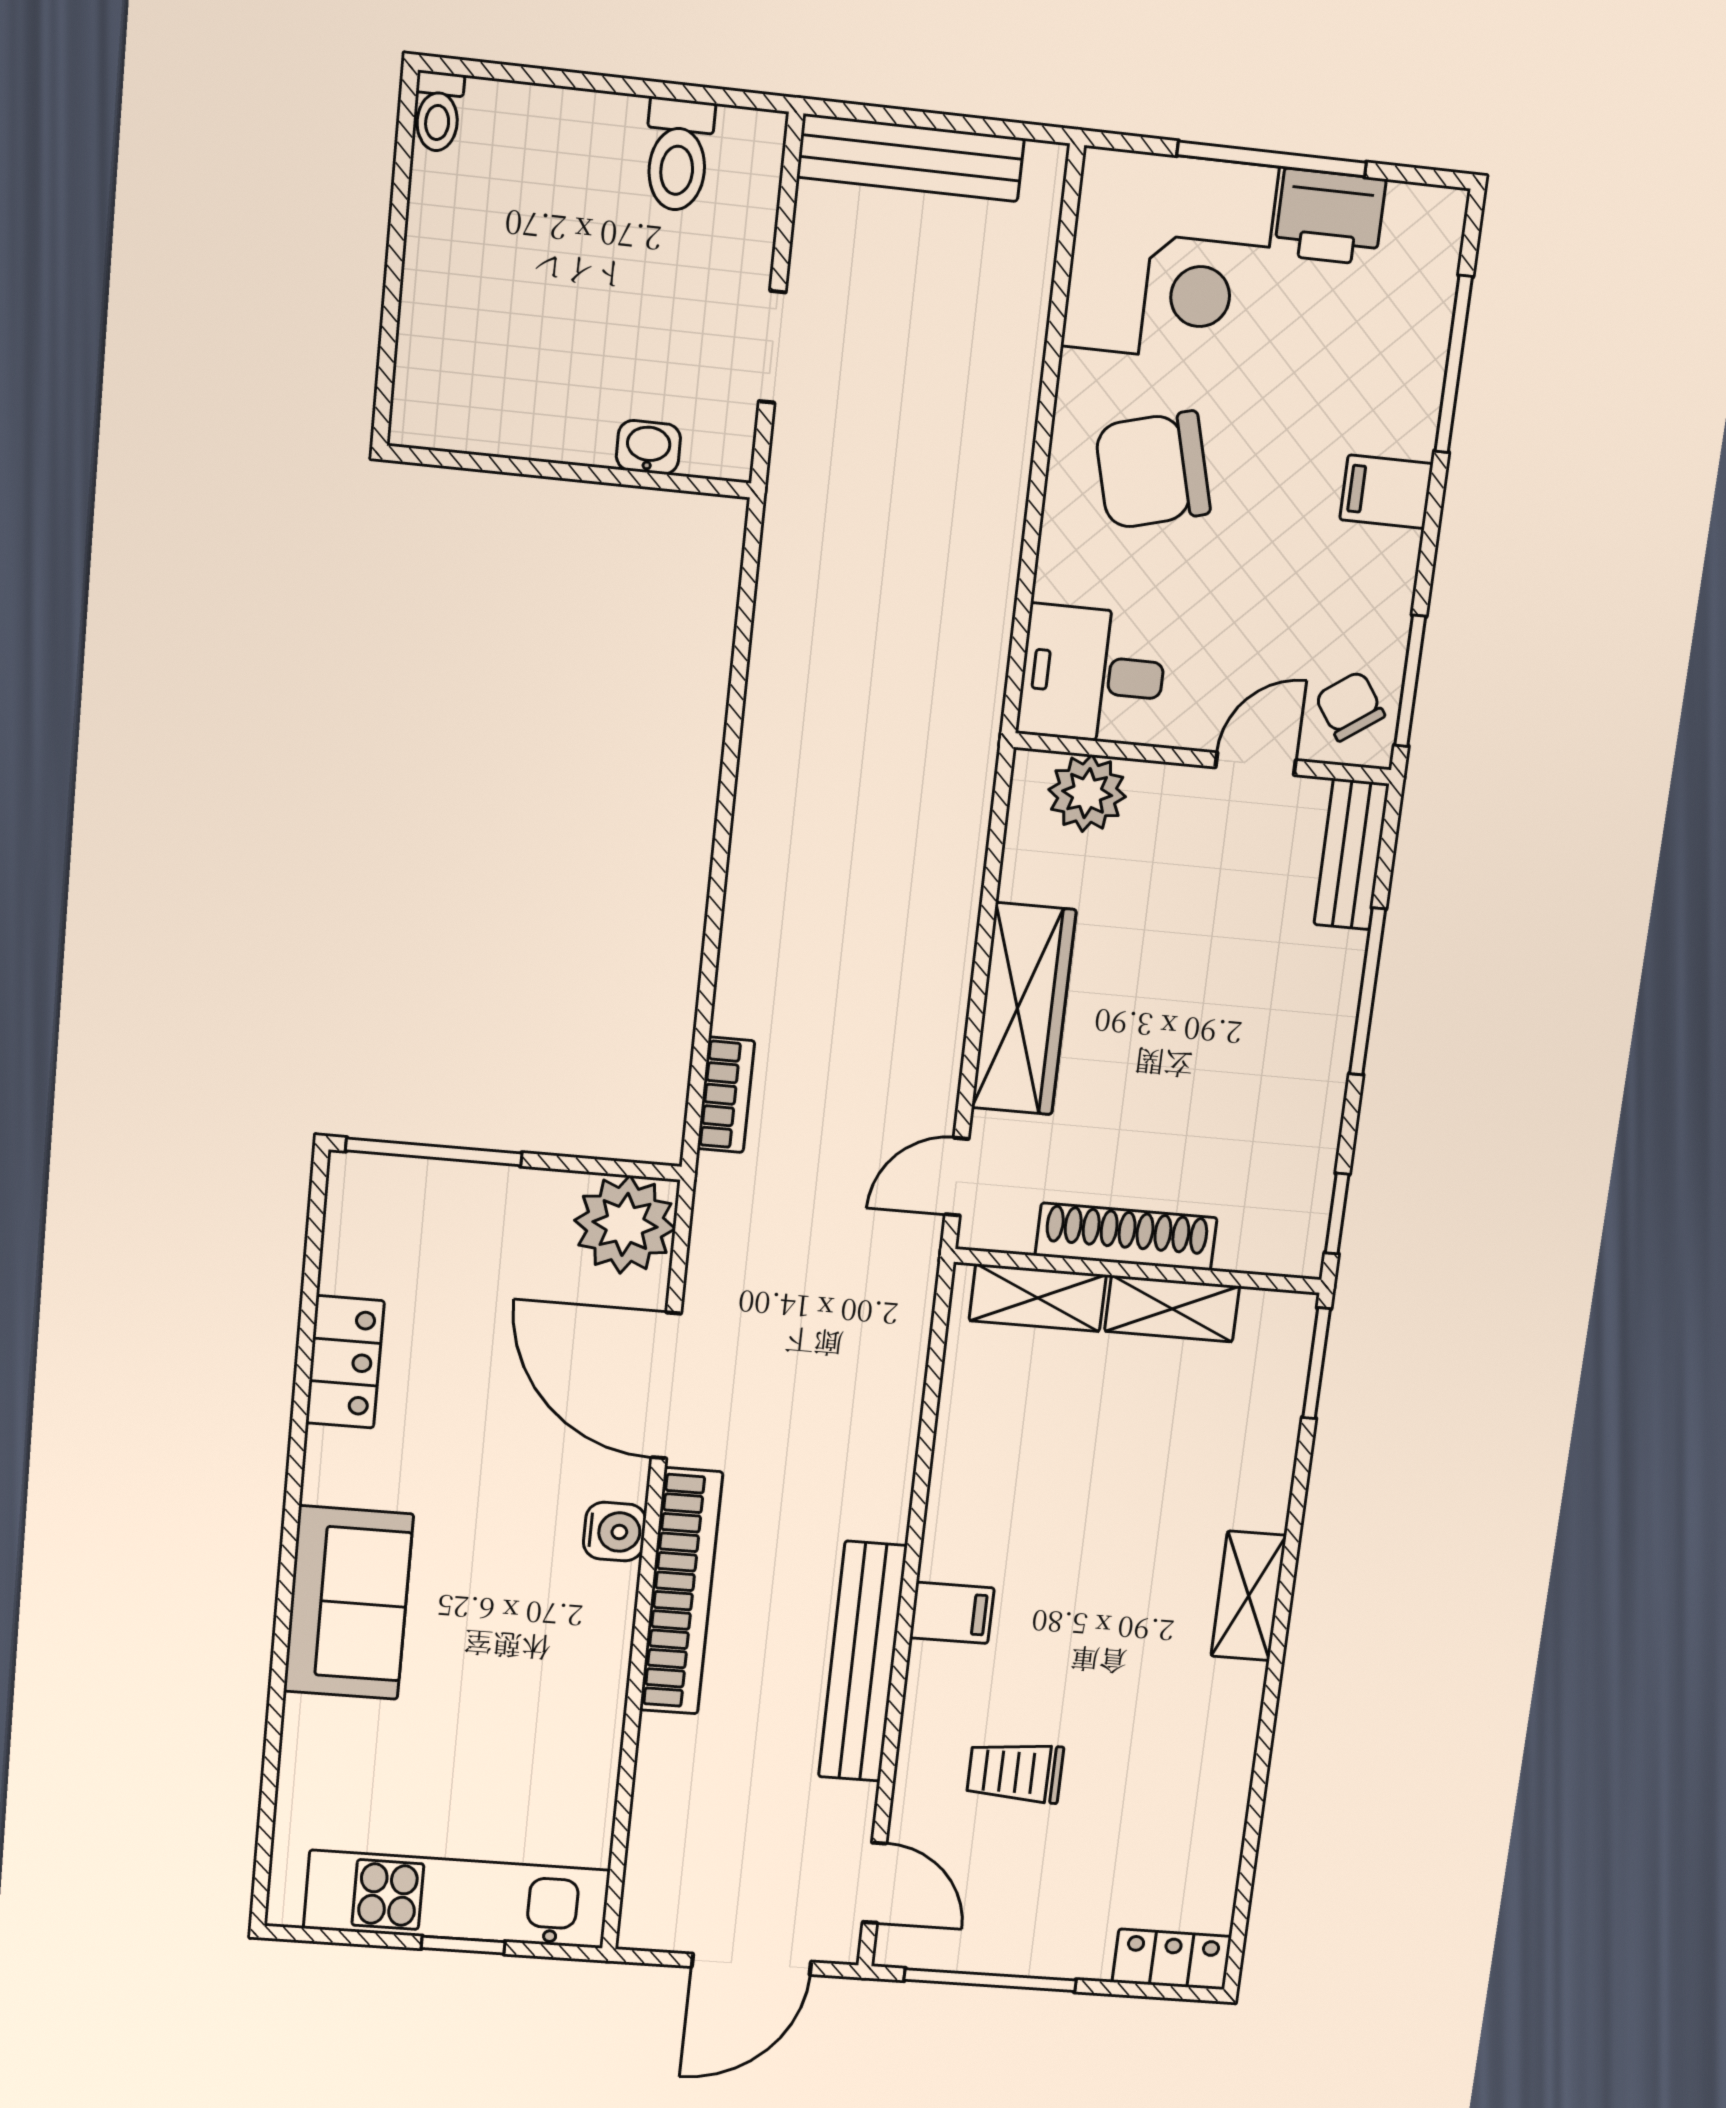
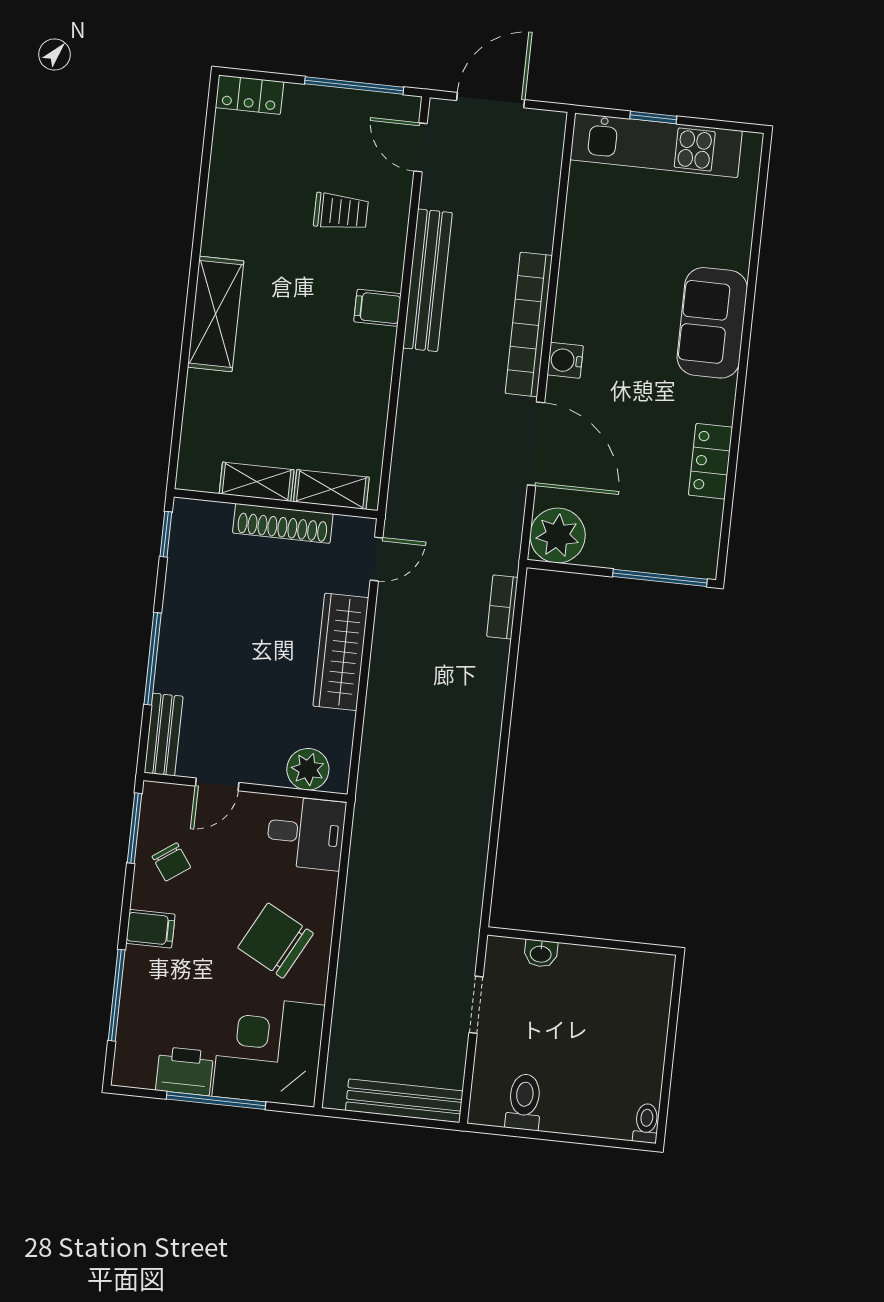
chair: (1153, 470) -> (276, 941), turned -137
chair: (1350, 706) -> (171, 862), moved
window: (1317, 1363) -> (175, 449), removed
shelving: (1249, 1596) -> (216, 314), width x1.50, depth x1.33

